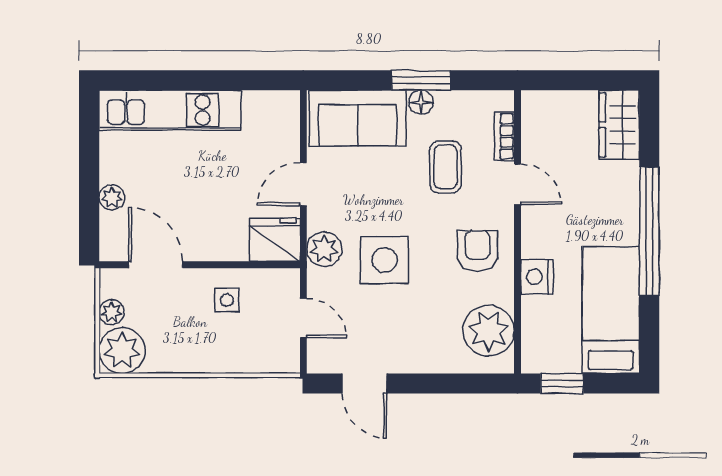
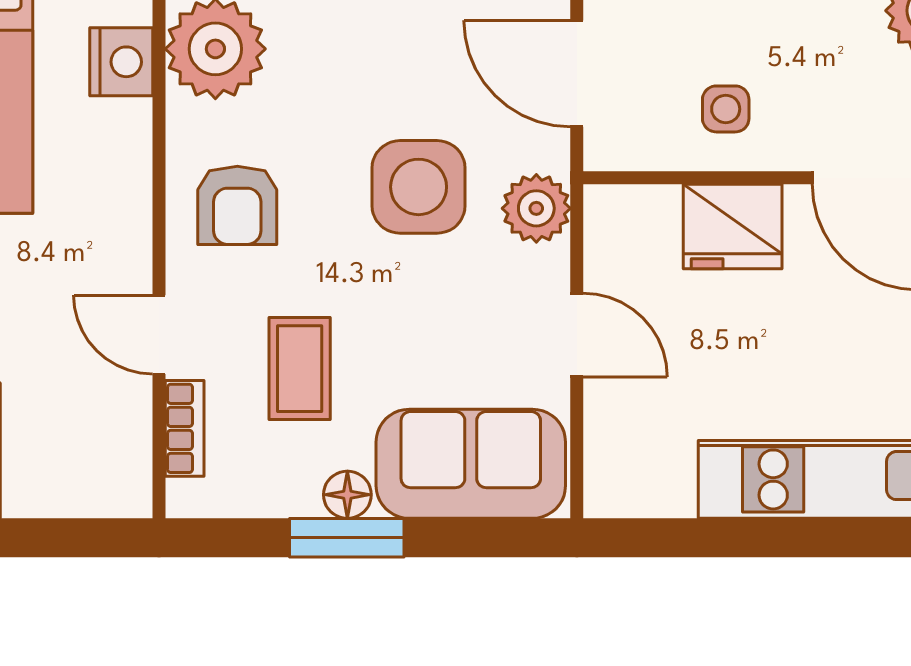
door: (303, 184) -> (577, 335), hinge flipped
fridge: (275, 240) -> (733, 227), moved
nightstand: (537, 277) -> (121, 62), moved
door: (303, 318) -> (577, 74), width x1.38

